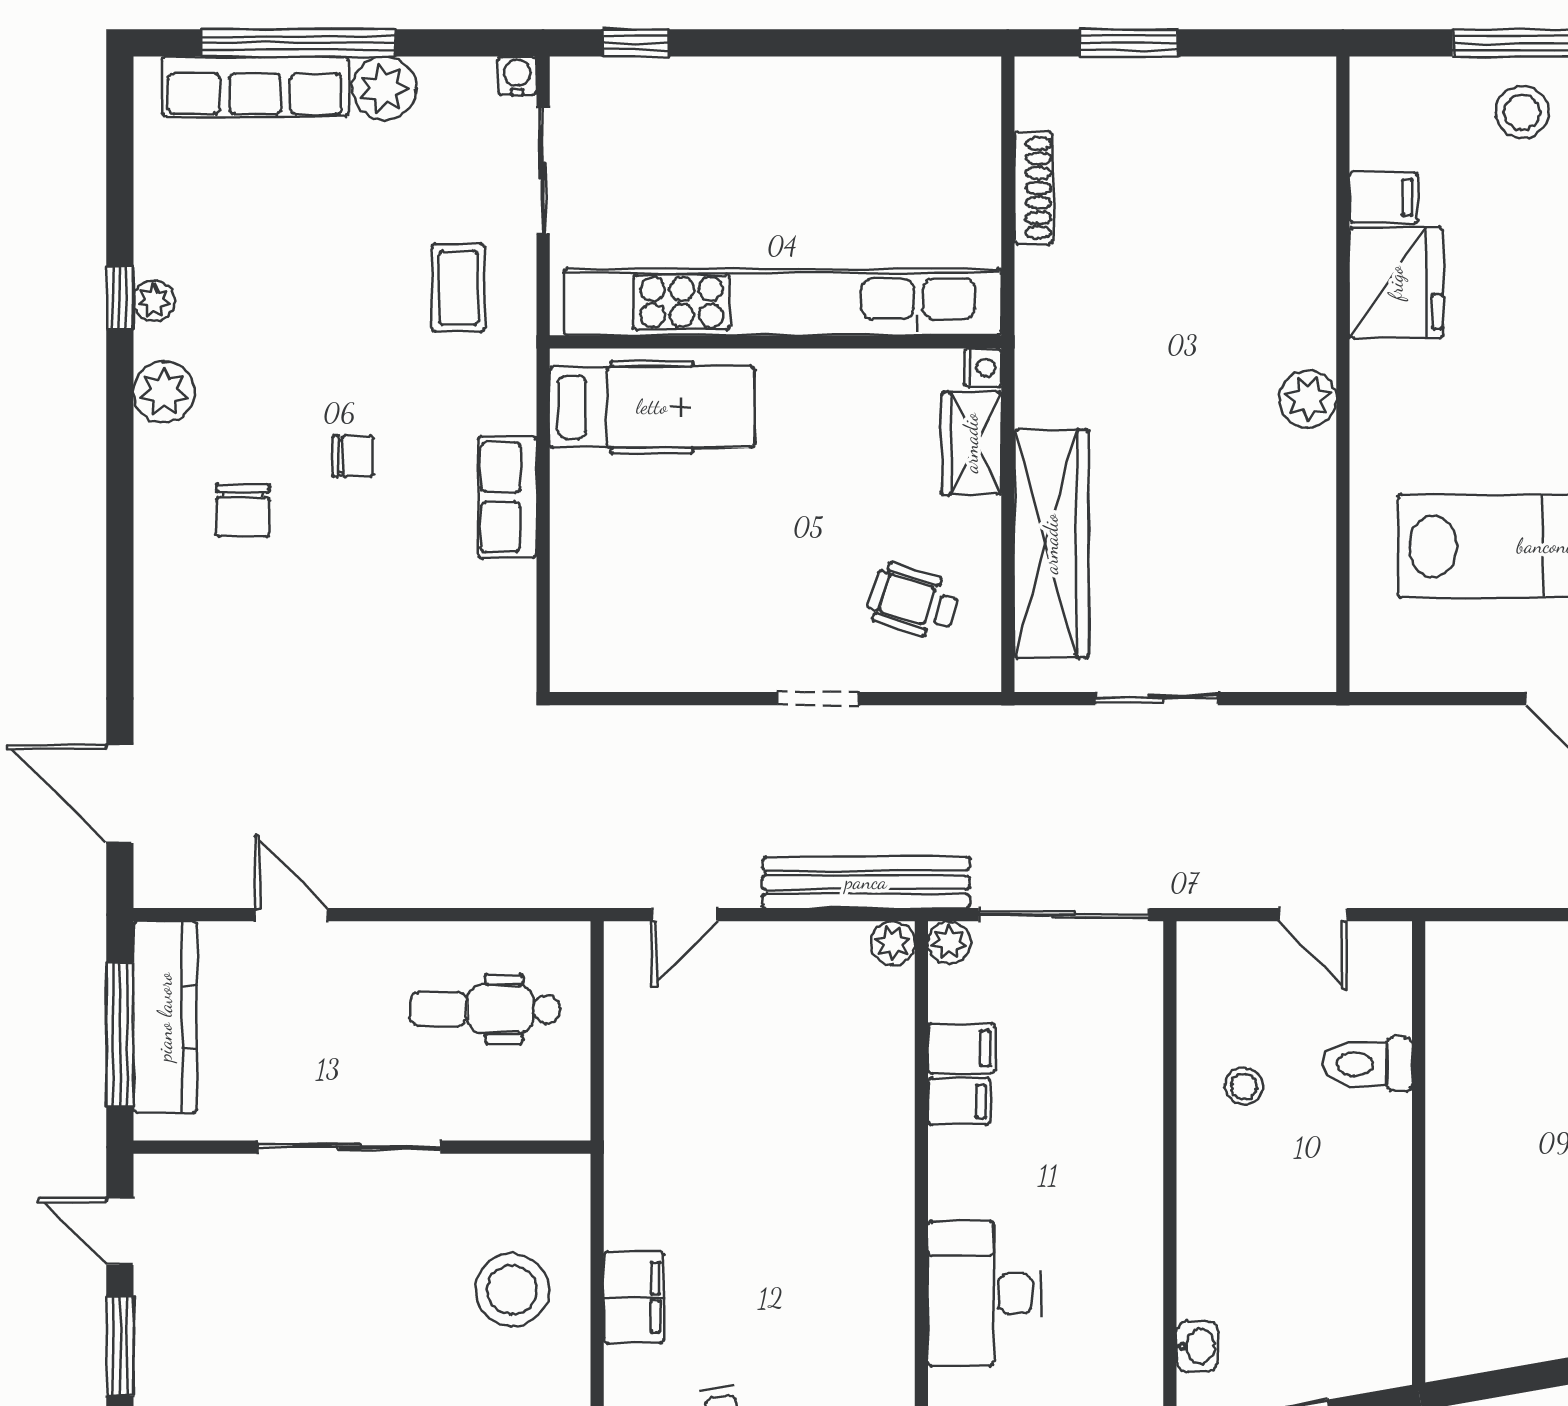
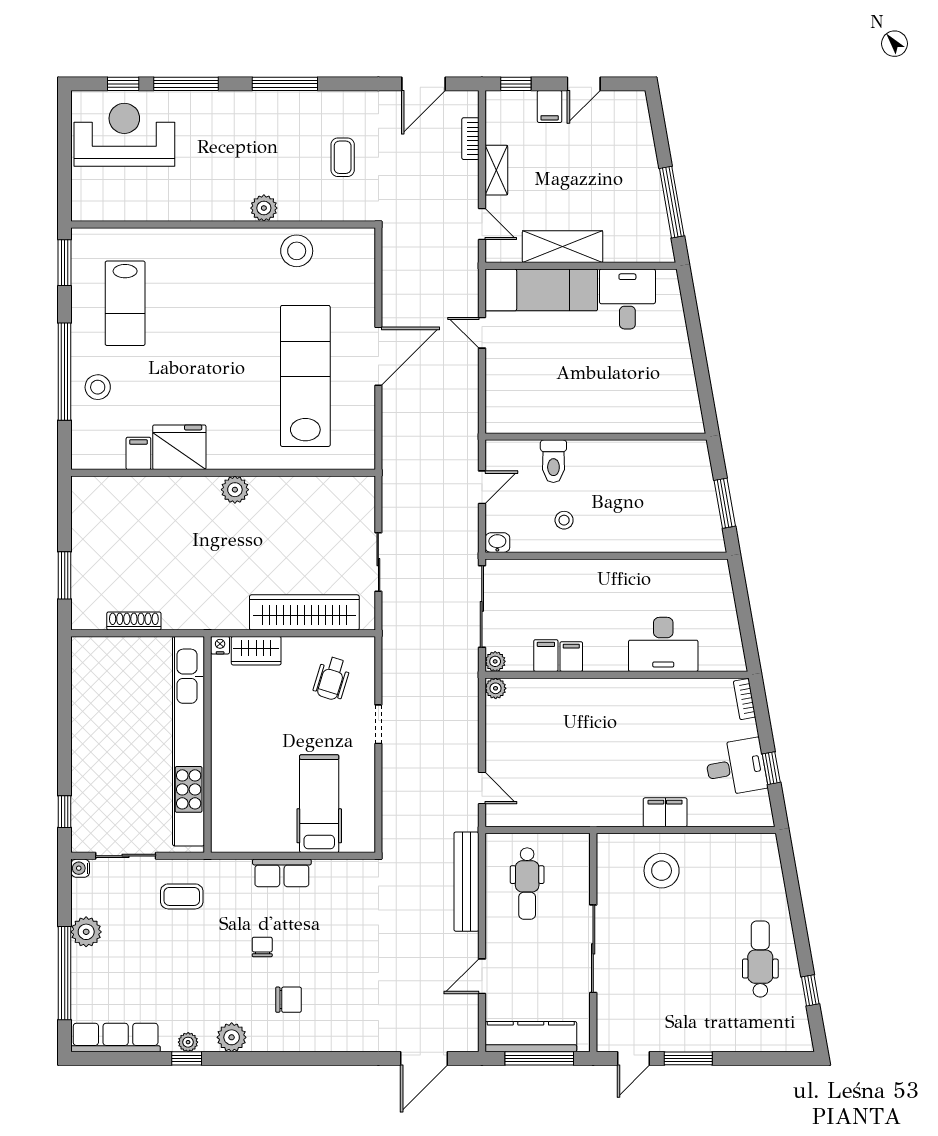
row of seats: (255, 87) -> (116, 1038), moved, turned -90
hospital bed: (652, 407) -> (319, 804), moved
bench: (866, 882) -> (466, 882), moved
washbasin: (1197, 1346) -> (497, 543), moved

